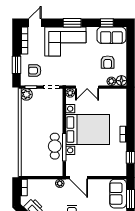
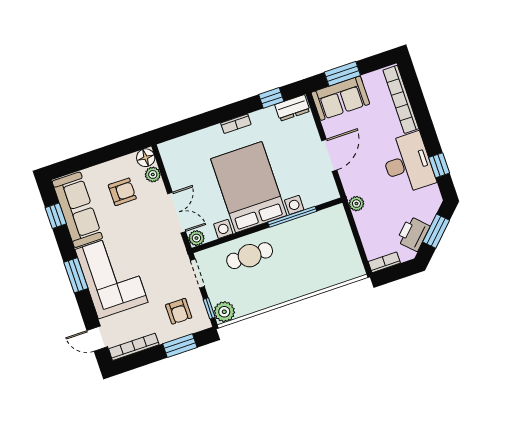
sofa: (111, 35) -> (77, 210), width x1.36
cafe table: (55, 146) -> (250, 256), moved
dresser: (122, 167) -> (292, 108), added
door: (79, 178) -> (329, 155), moved

